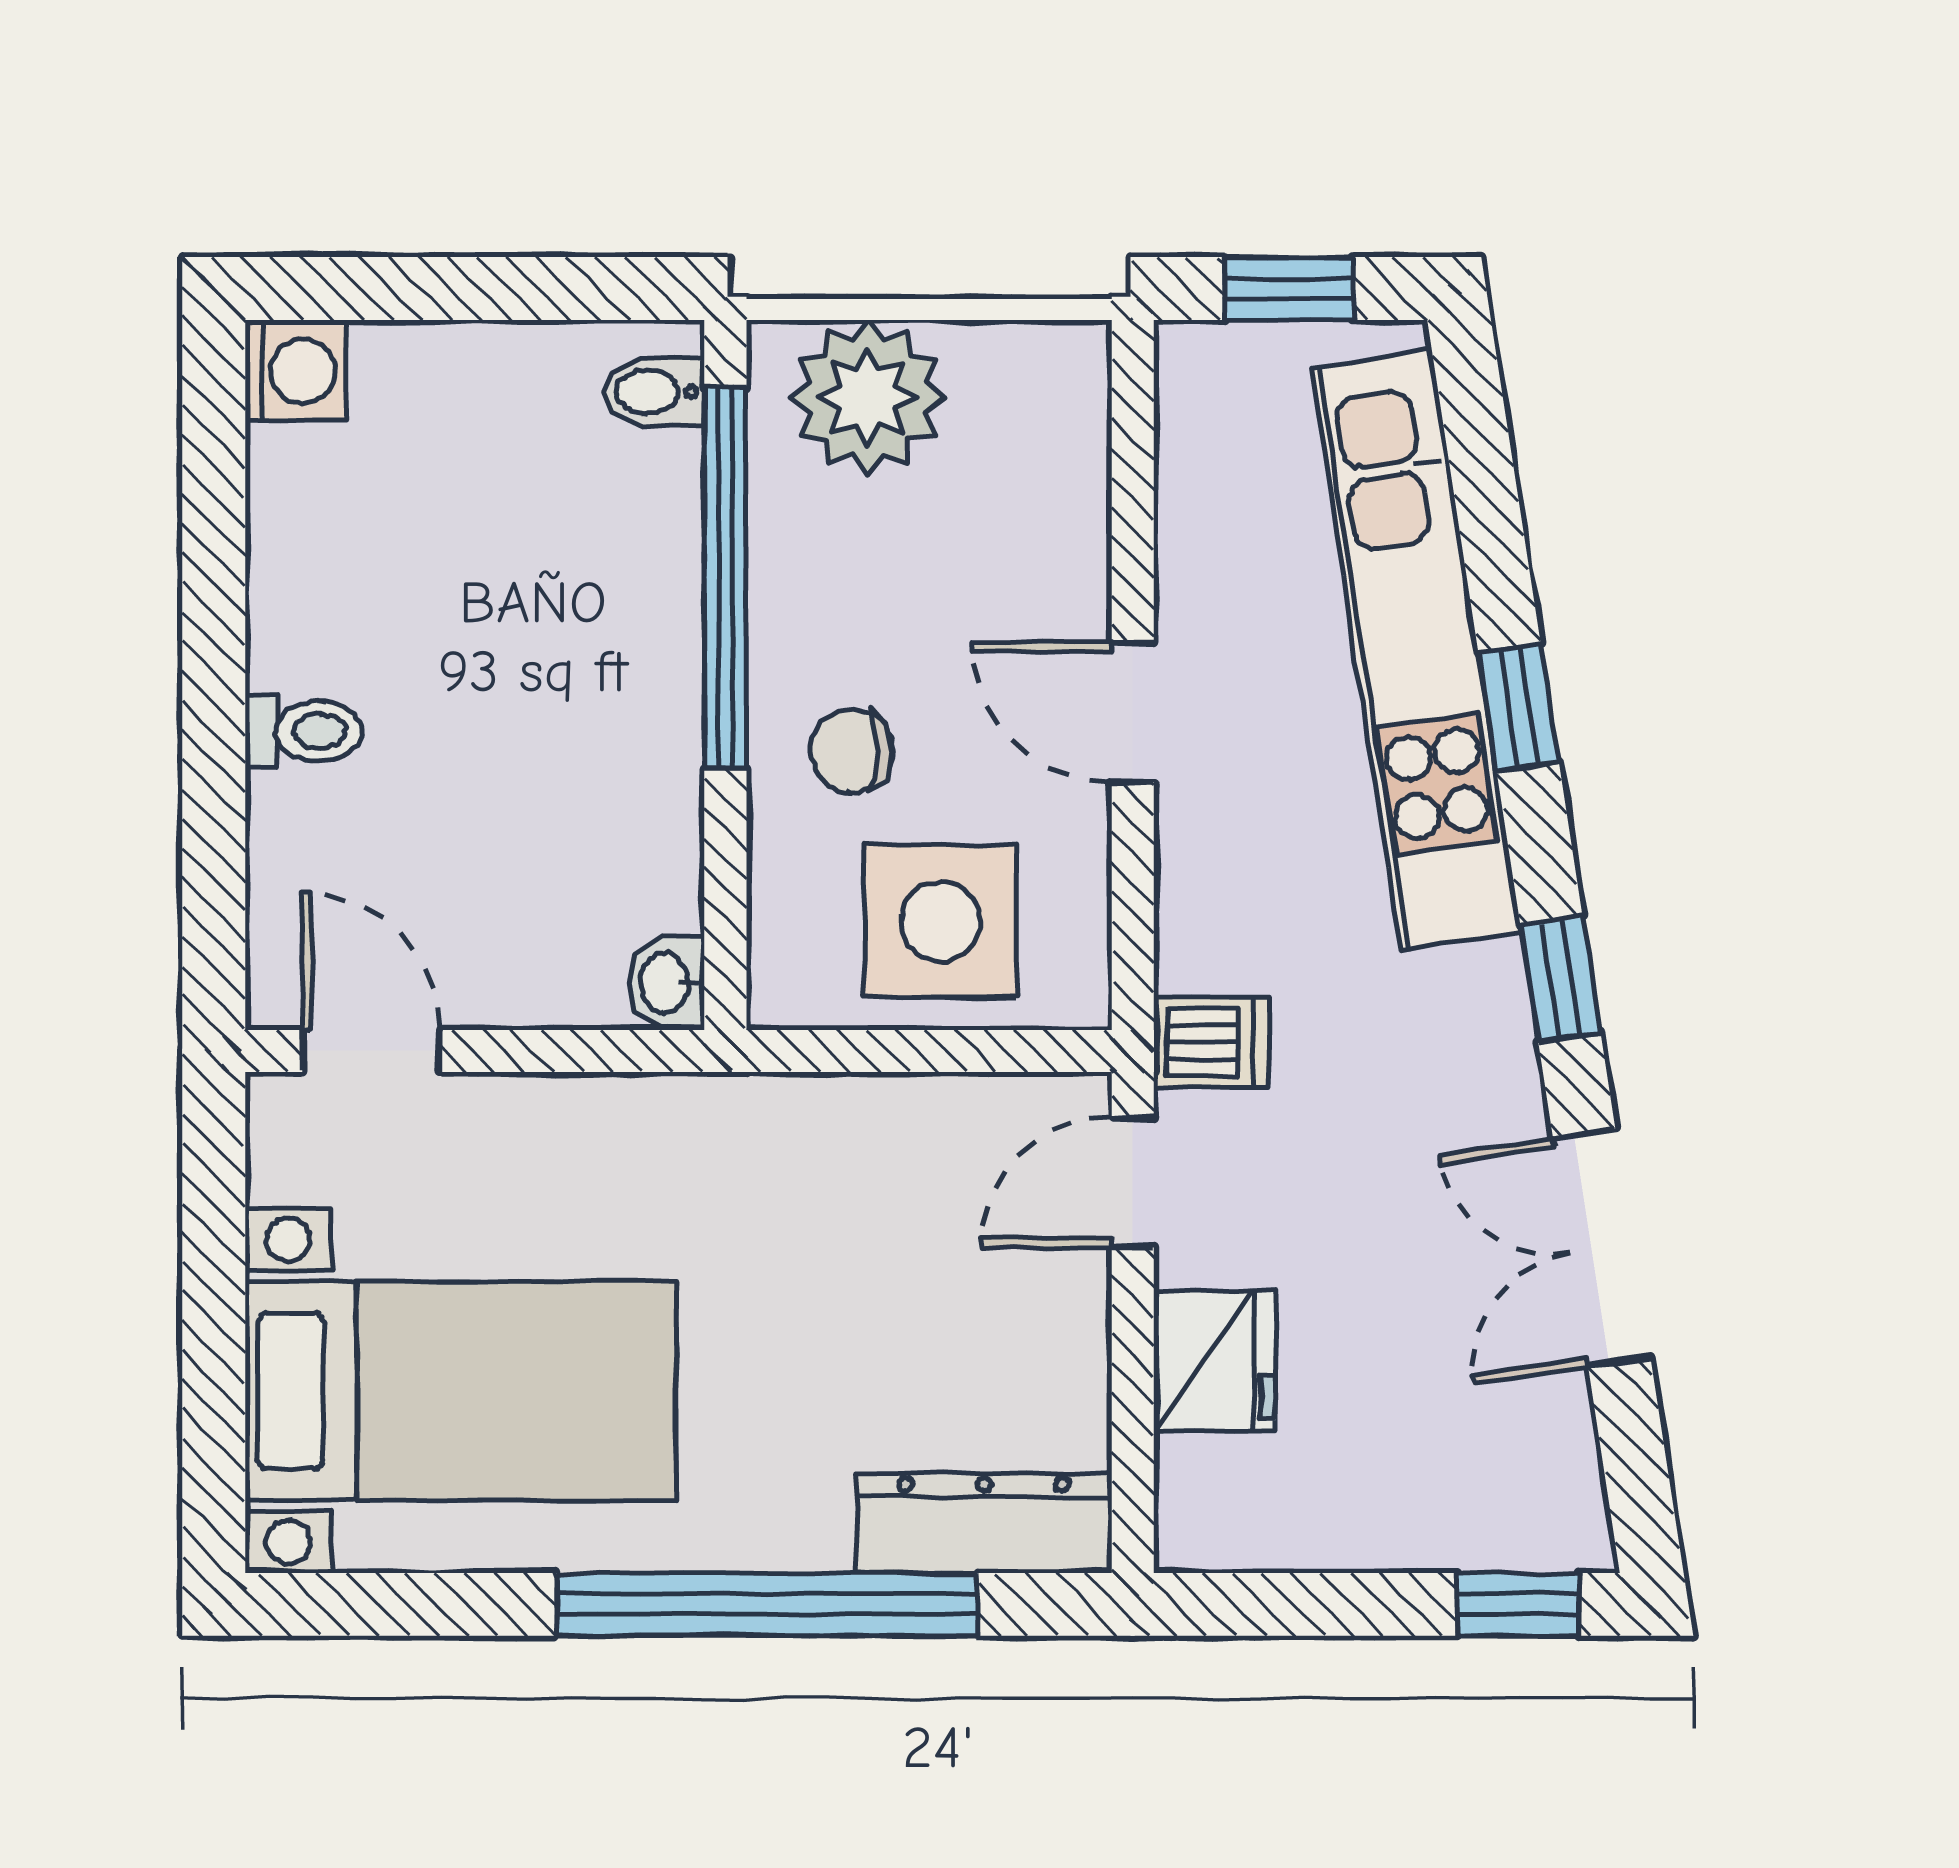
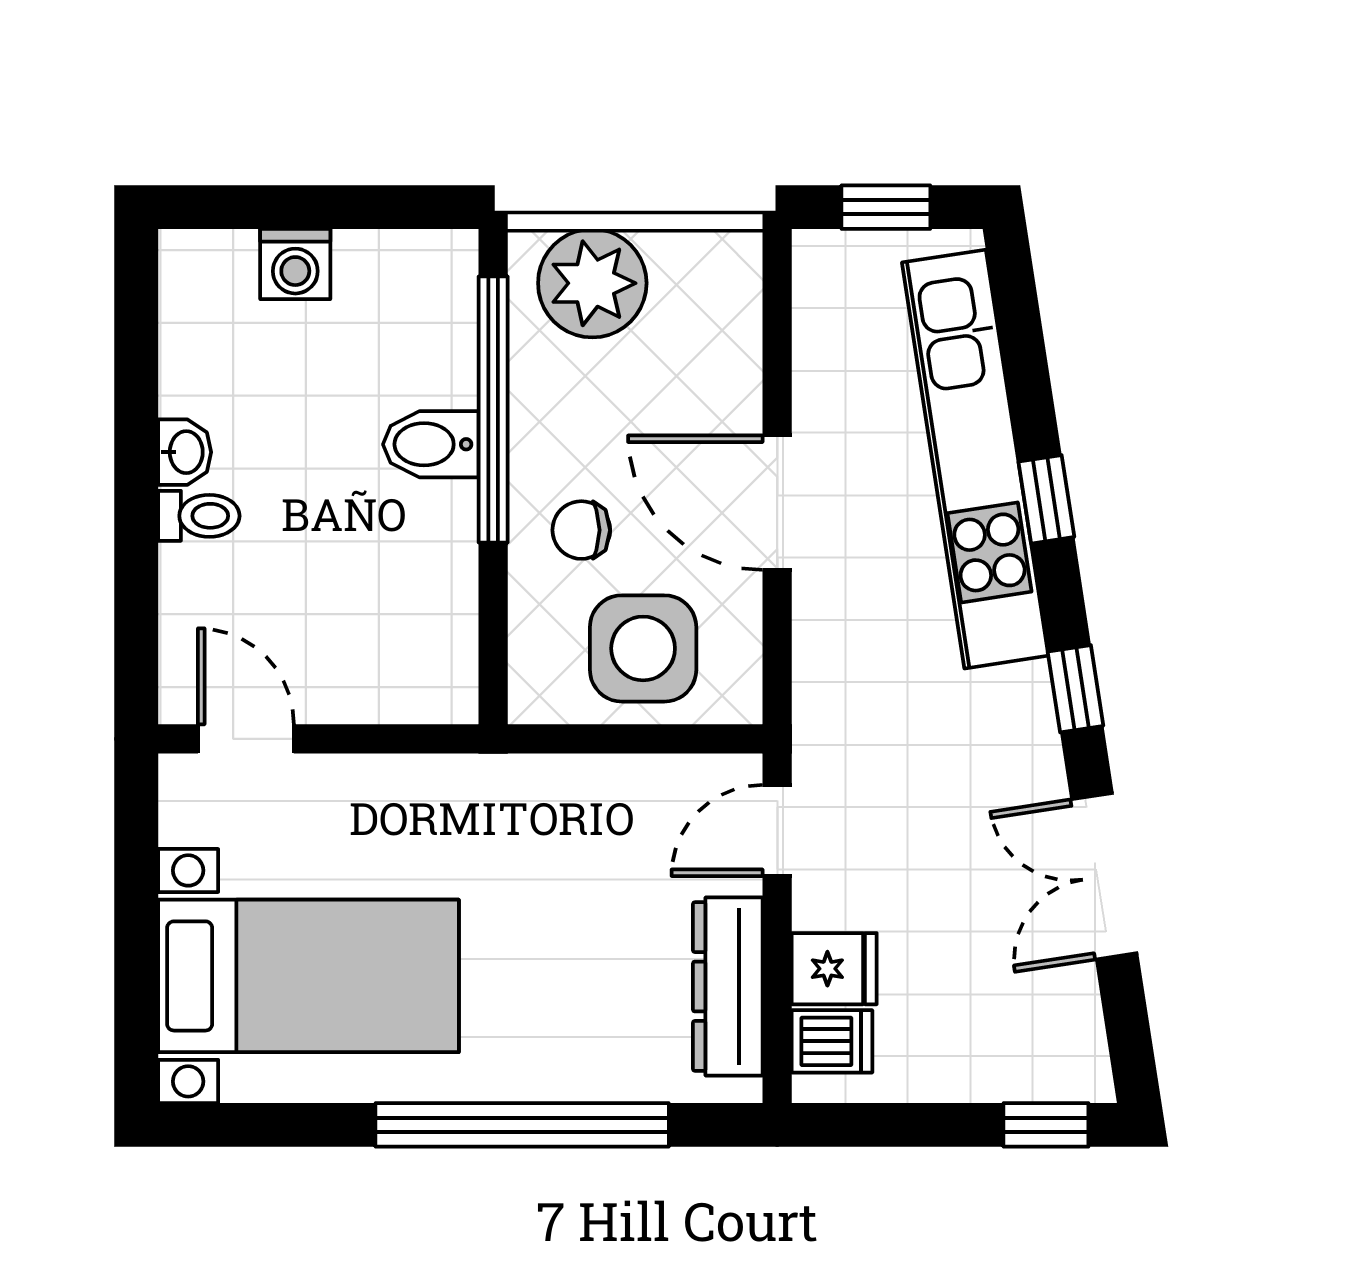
washing machine: (295, 371) -> (295, 264), moved, turned 90
bidet: (654, 392) -> (431, 444), moved, width x1.38, depth x1.36
door: (1133, 712) -> (777, 503), width x1.38
washbasin: (666, 983) -> (185, 452), moved, turned 180
dishwasher: (1211, 1042) -> (832, 1041), moved
fridge: (1214, 1361) -> (834, 969), width x0.72
dresser: (984, 1523) -> (728, 987), moved, turned -90

